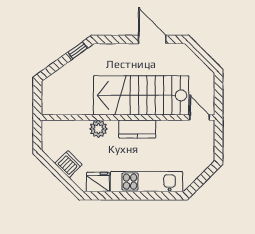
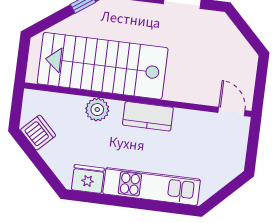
stairs: (141, 95) -> (103, 66), moved
dishwasher: (68, 164) -> (38, 133), moved

